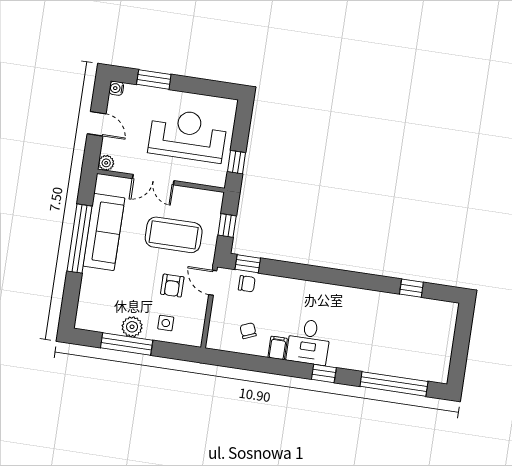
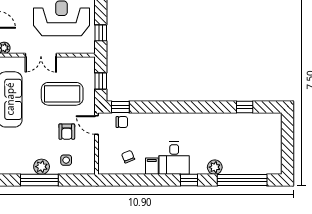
plant: (360, 362) -> (215, 167), added

